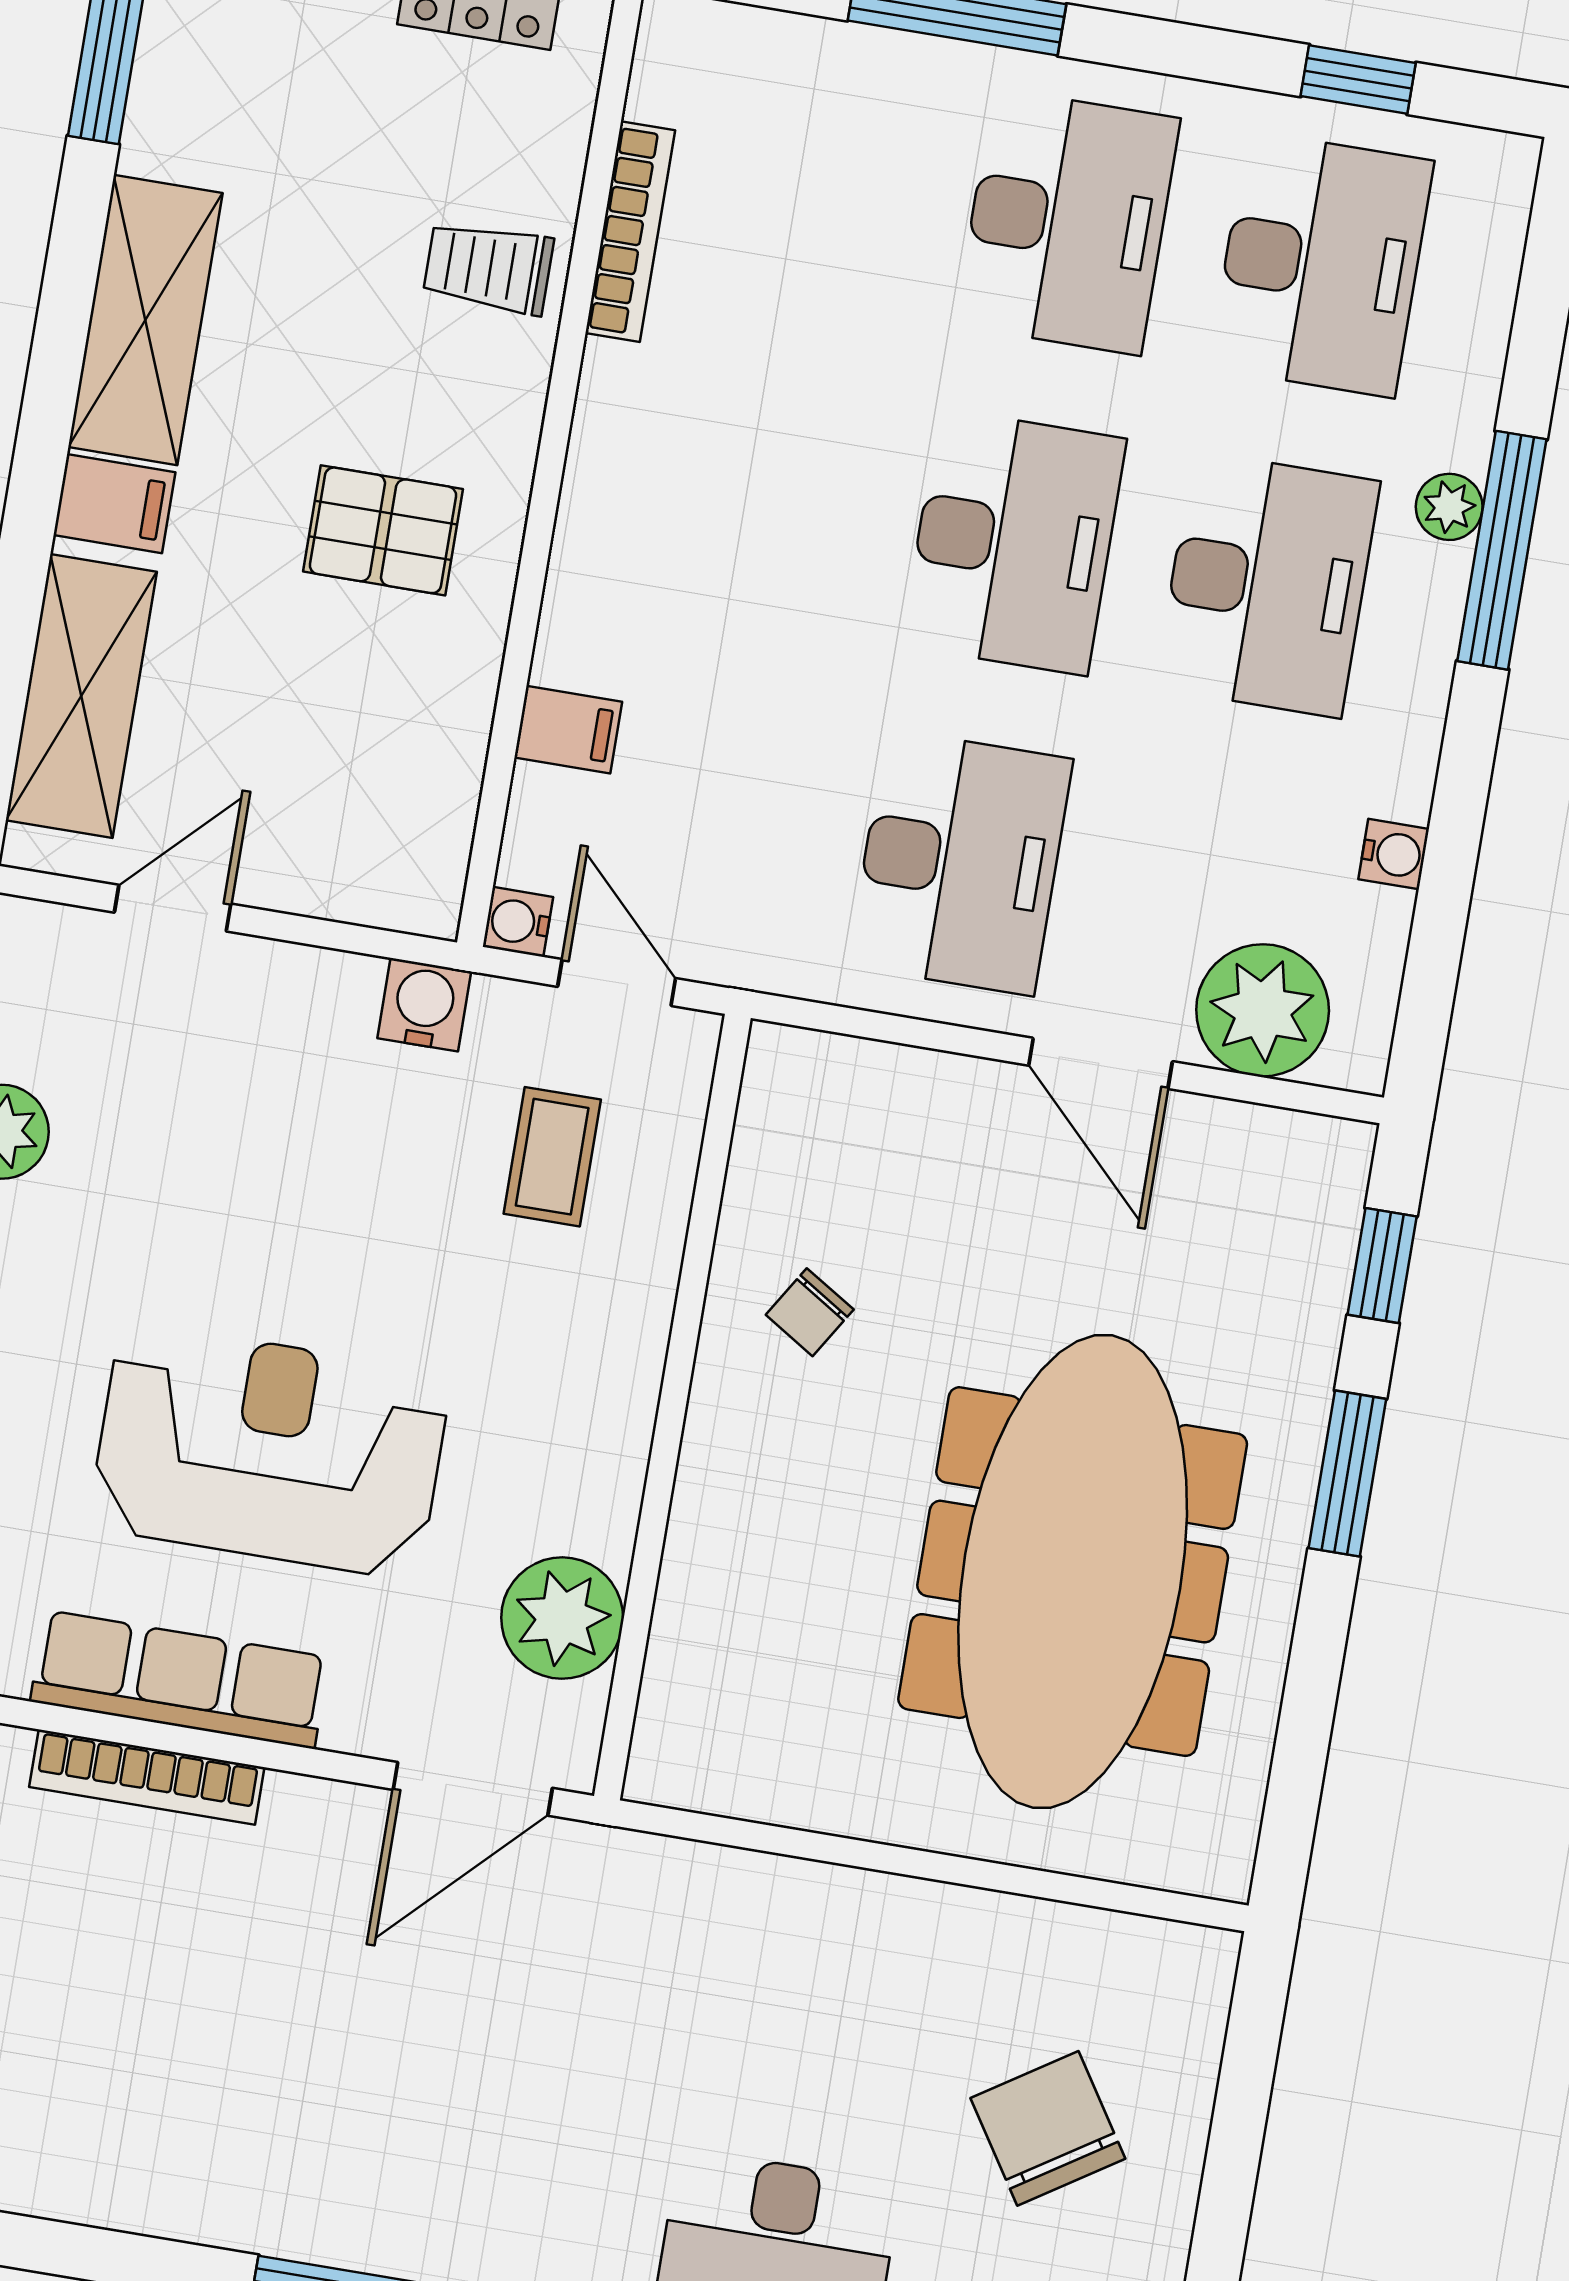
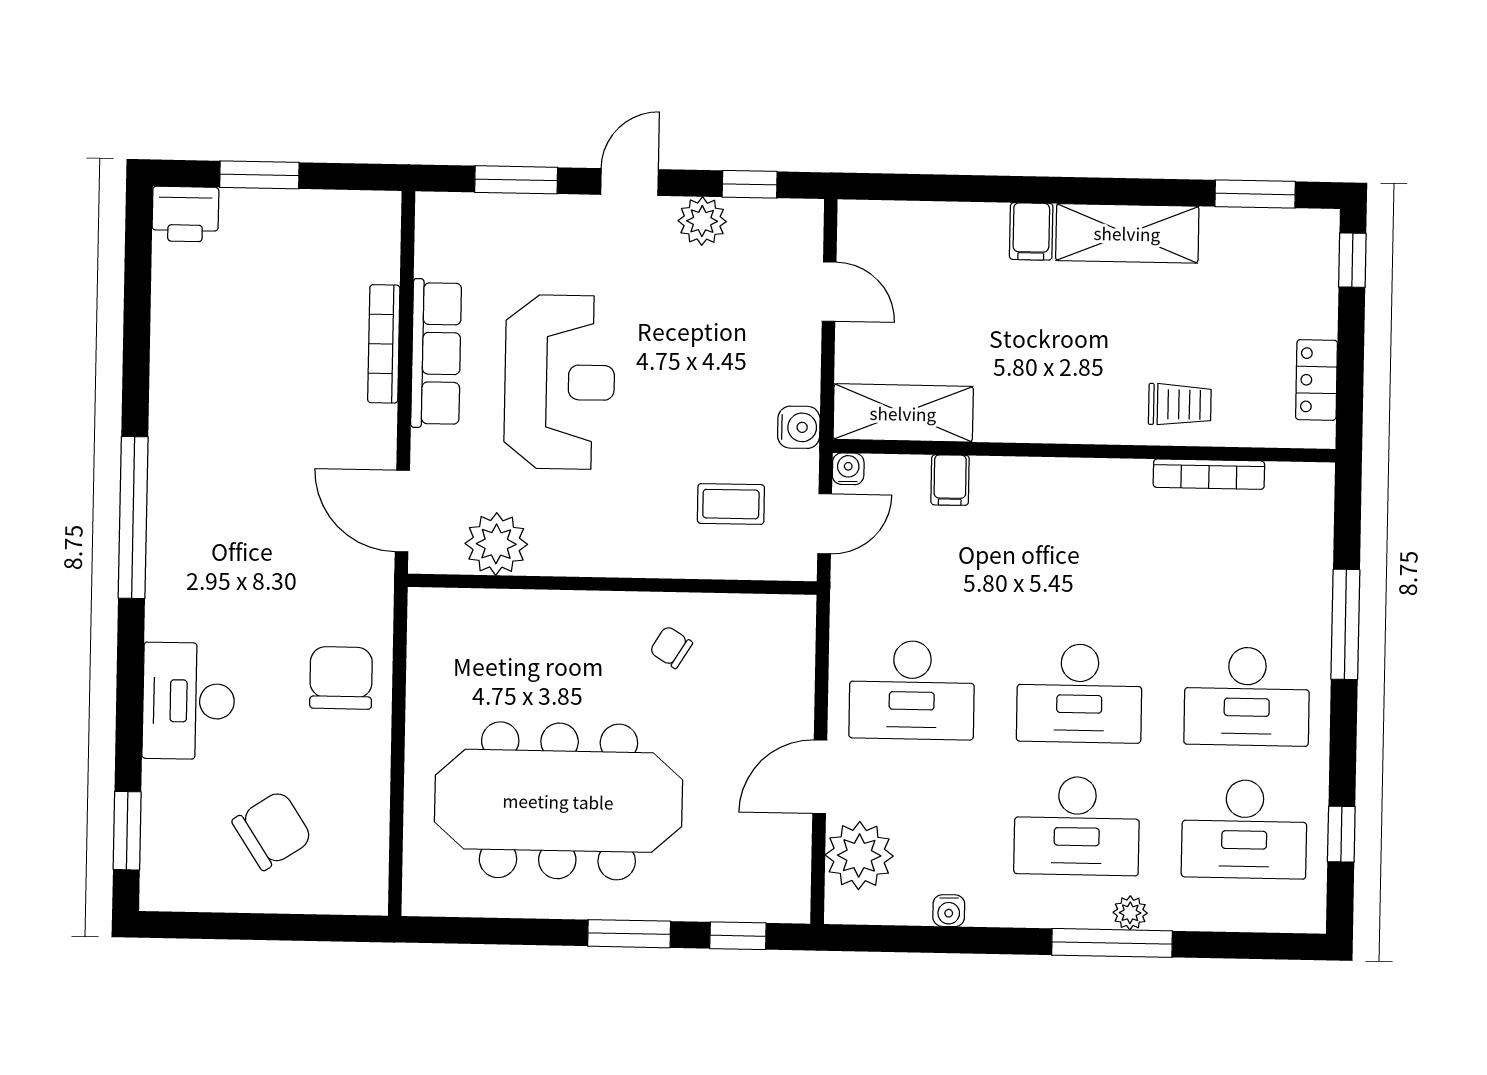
trolley: (488, 268) -> (1180, 404), turned 90
pallet: (383, 530) -> (1038, 370), removed
shelving: (81, 696) -> (903, 413), moved
chair: (775, 1954) -> (341, 678), added

